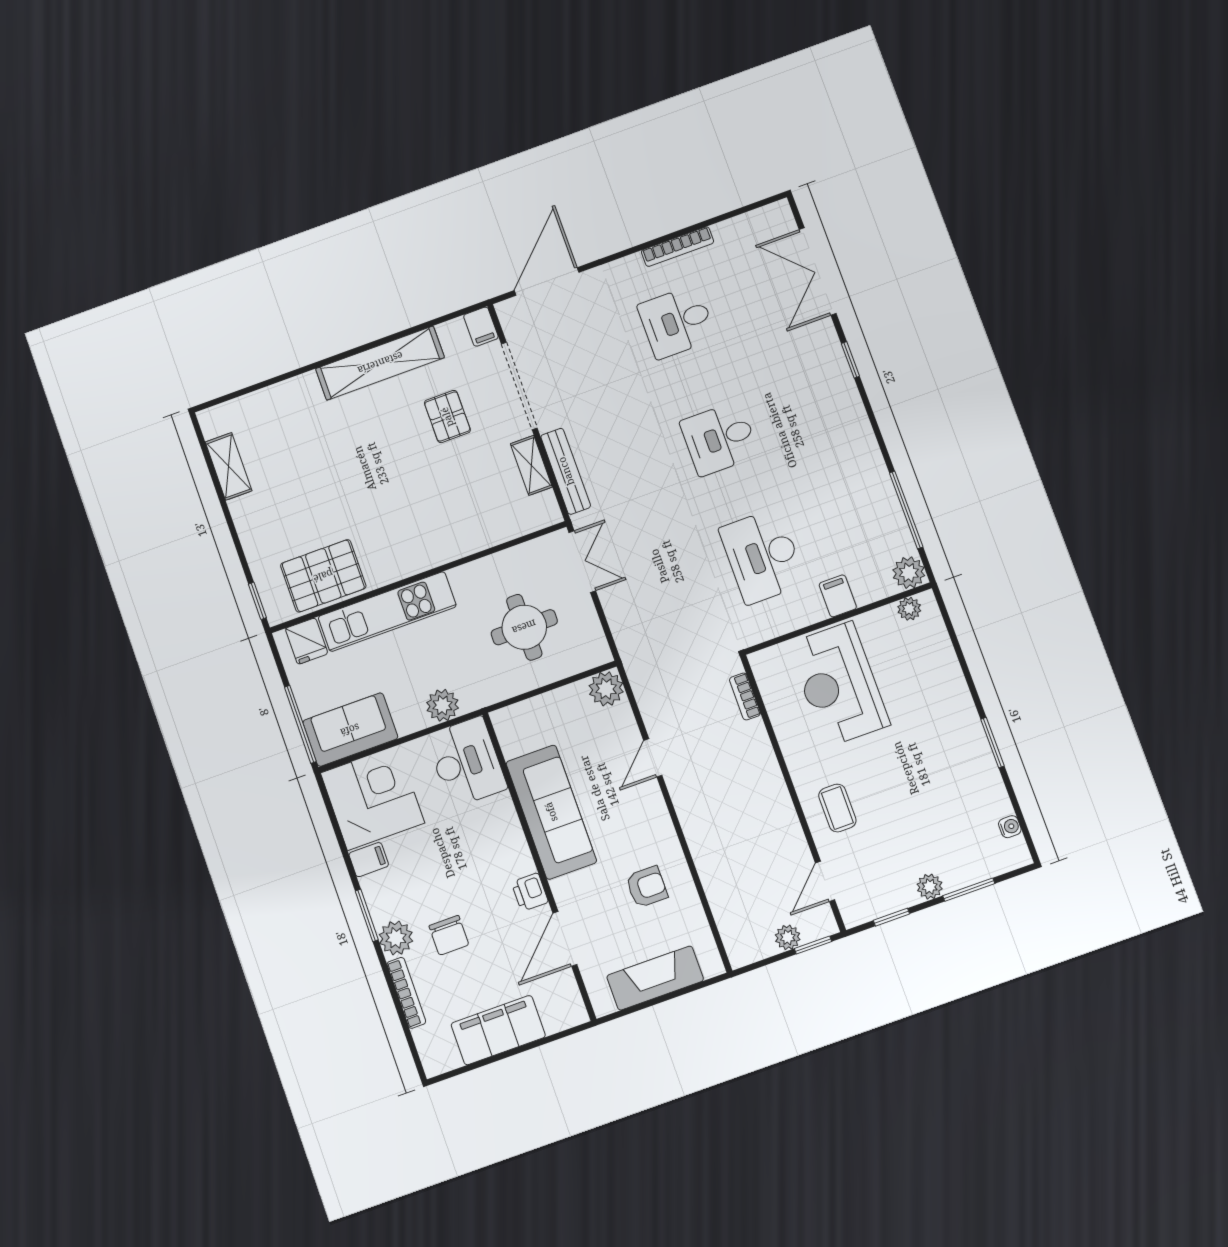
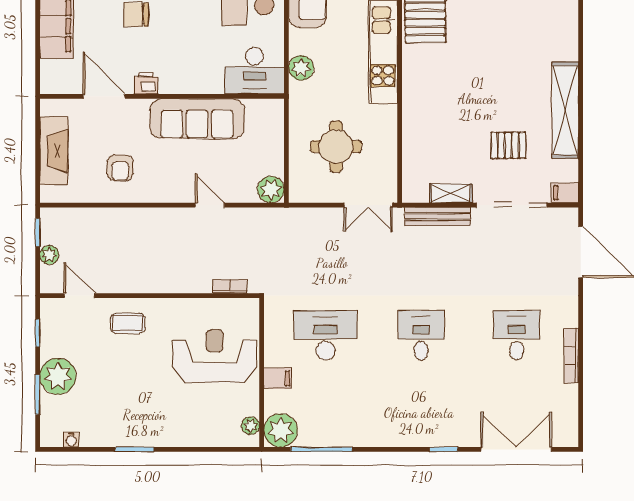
plant: (909, 573) -> (281, 430), width x1.36, depth x1.36
plant: (930, 887) -> (58, 376), width x1.88, depth x1.88
window: (813, 945) -> (38, 232), moved

